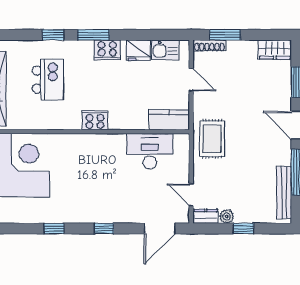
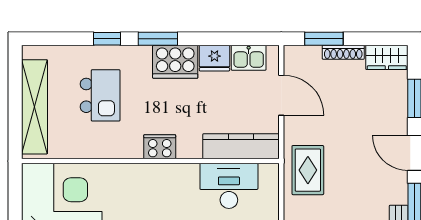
shoe rack: (209, 46) -> (343, 52), moved
cooker: (107, 50) -> (175, 62), width x1.37, depth x1.31
door: (191, 80) -> (281, 95), width x1.38
kitchen counter: (169, 120) -> (241, 146), width x1.50

